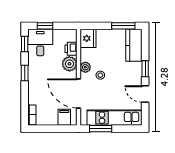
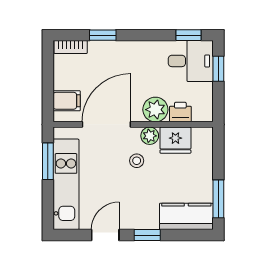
fridge: (88, 38) -> (175, 140), moved
window: (25, 73) -> (103, 35), moved

